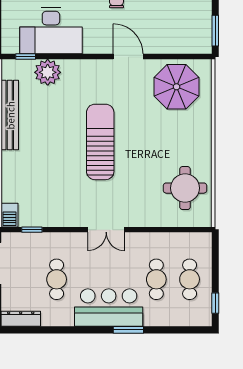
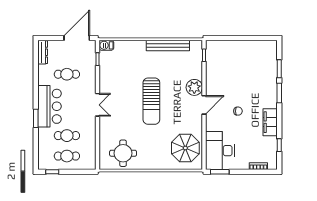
desk: (51, 31) -> (220, 151), moved
door: (128, 57) -> (204, 105), moved
plant: (48, 72) -> (194, 87), moved
sun lounger: (100, 142) -> (151, 101), turned 90
double door: (106, 230) -> (97, 105), swing flipped

